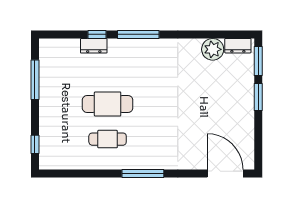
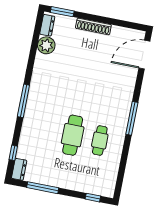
window: (97, 34) -> (13, 153), moved
dresser: (94, 46) -> (19, 169), moved
window: (258, 97) -> (90, 17), removed
shoe rack: (248, 103) -> (93, 26), added

